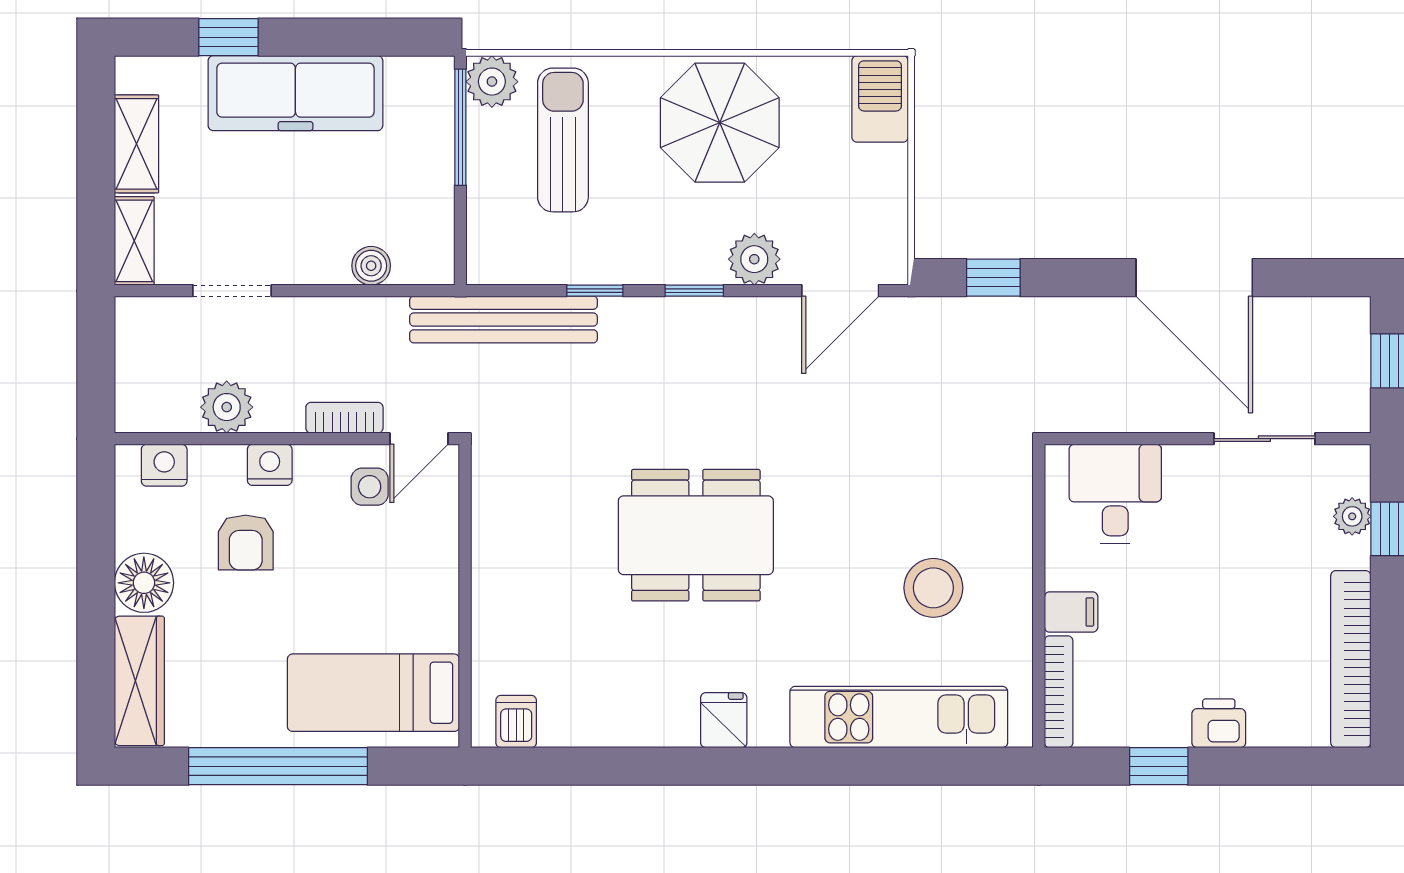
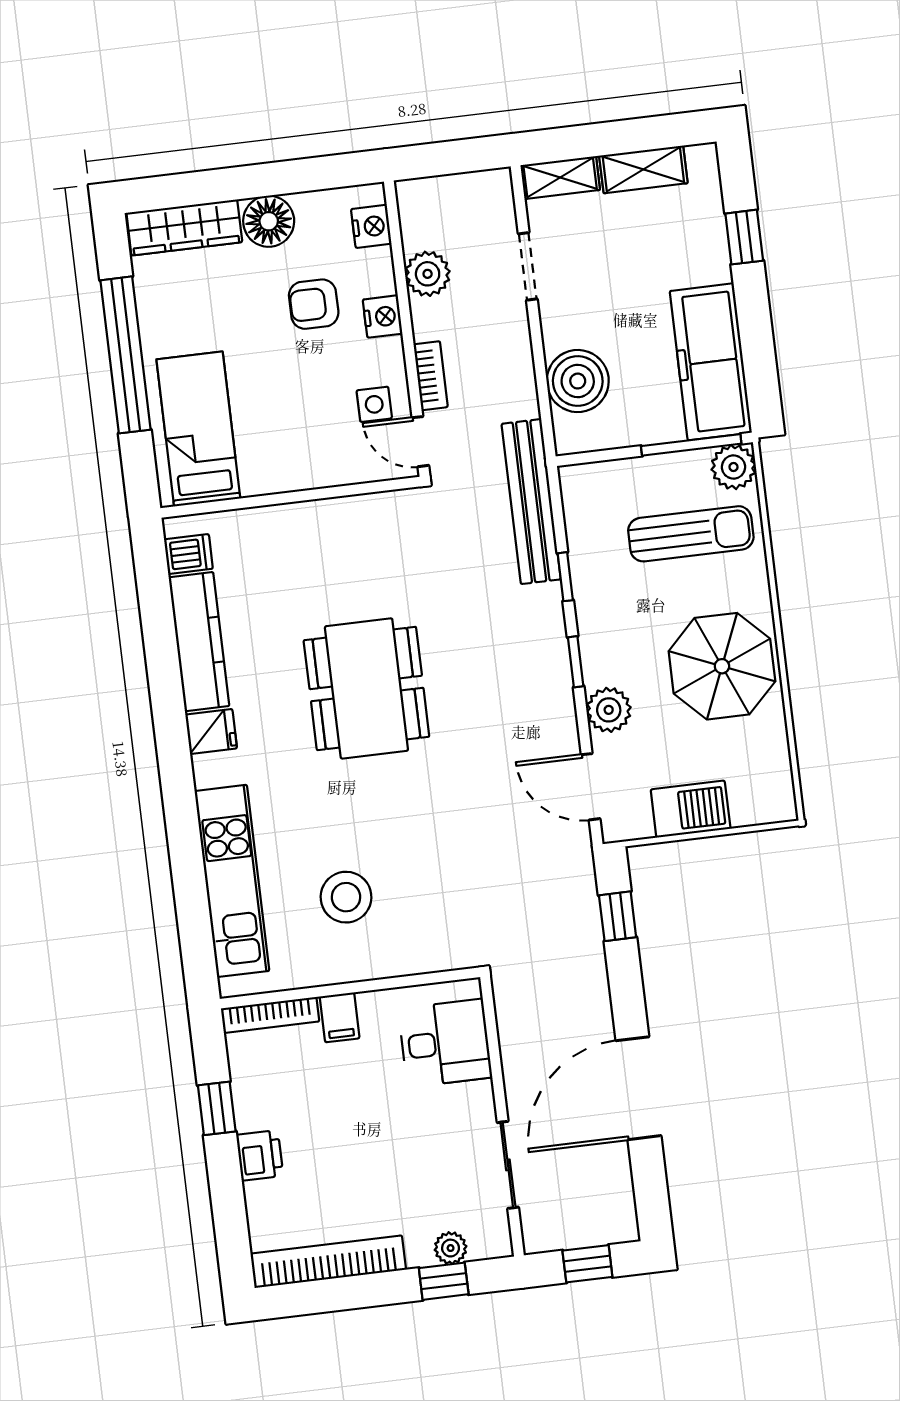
freezer: (295, 93) -> (711, 362), moved
barbecue: (880, 99) -> (691, 809), moved
boiler: (371, 266) -> (578, 381), width x1.86, depth x1.86
kitchen counter: (619, 722) -> (199, 642), added

